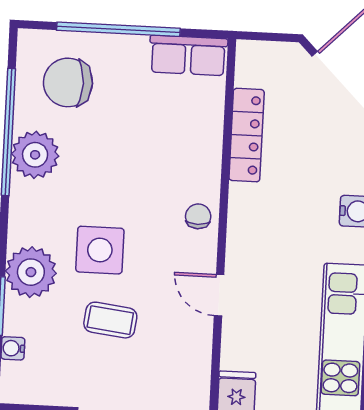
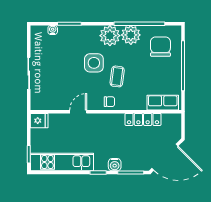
row of seats: (188, 55) -> (163, 103), moved, turned 90
plant: (31, 272) -> (110, 36), moved
coffee table: (110, 320) -> (117, 76), moved

